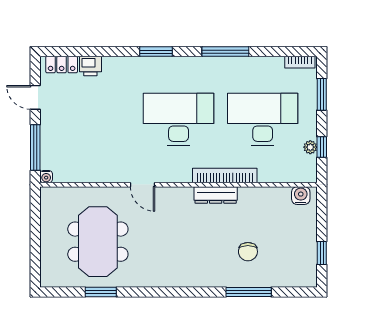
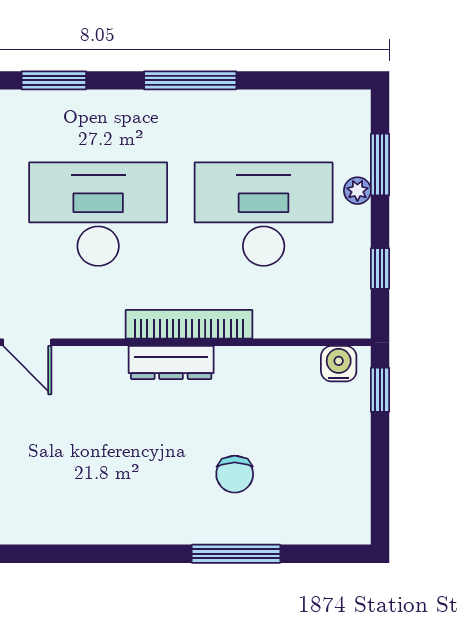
bookcase: (300, 62) -> (337, 101), removed
plant: (310, 147) -> (357, 191), moved
window: (322, 253) -> (380, 390), moved

